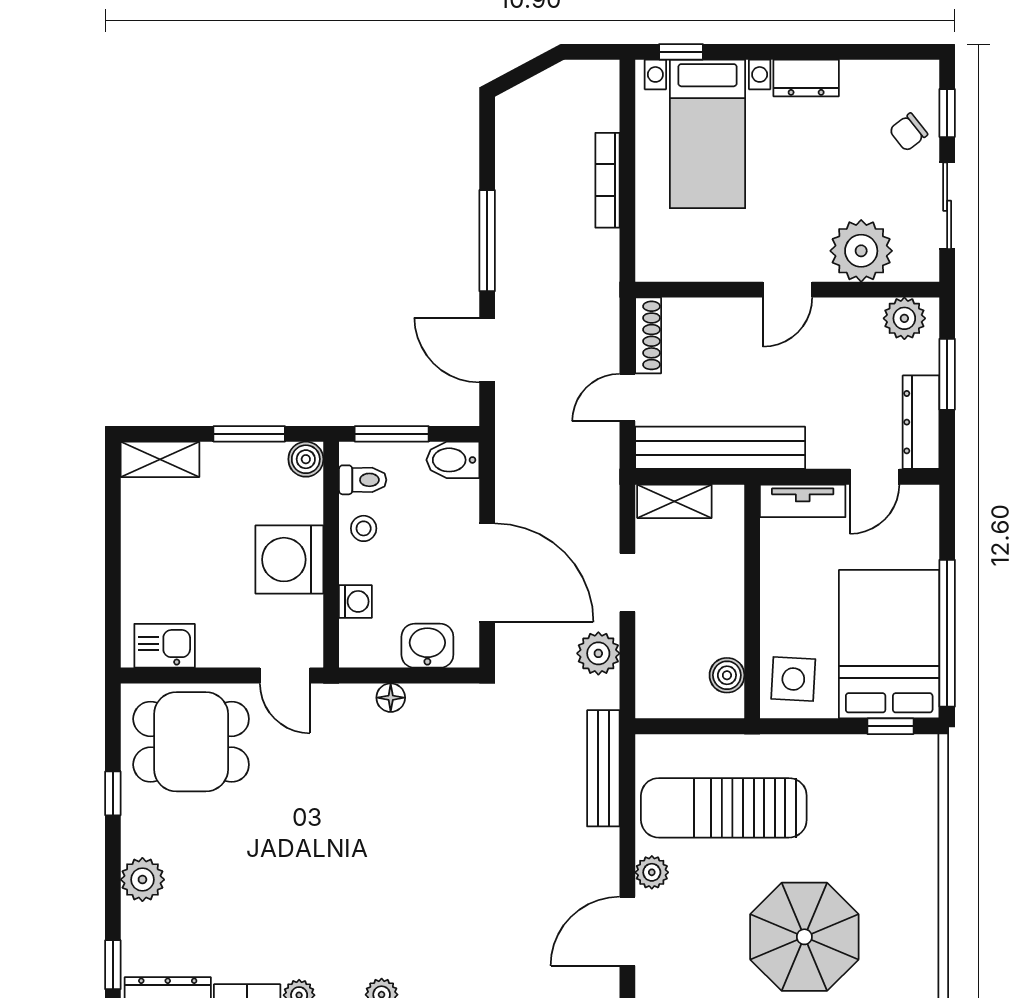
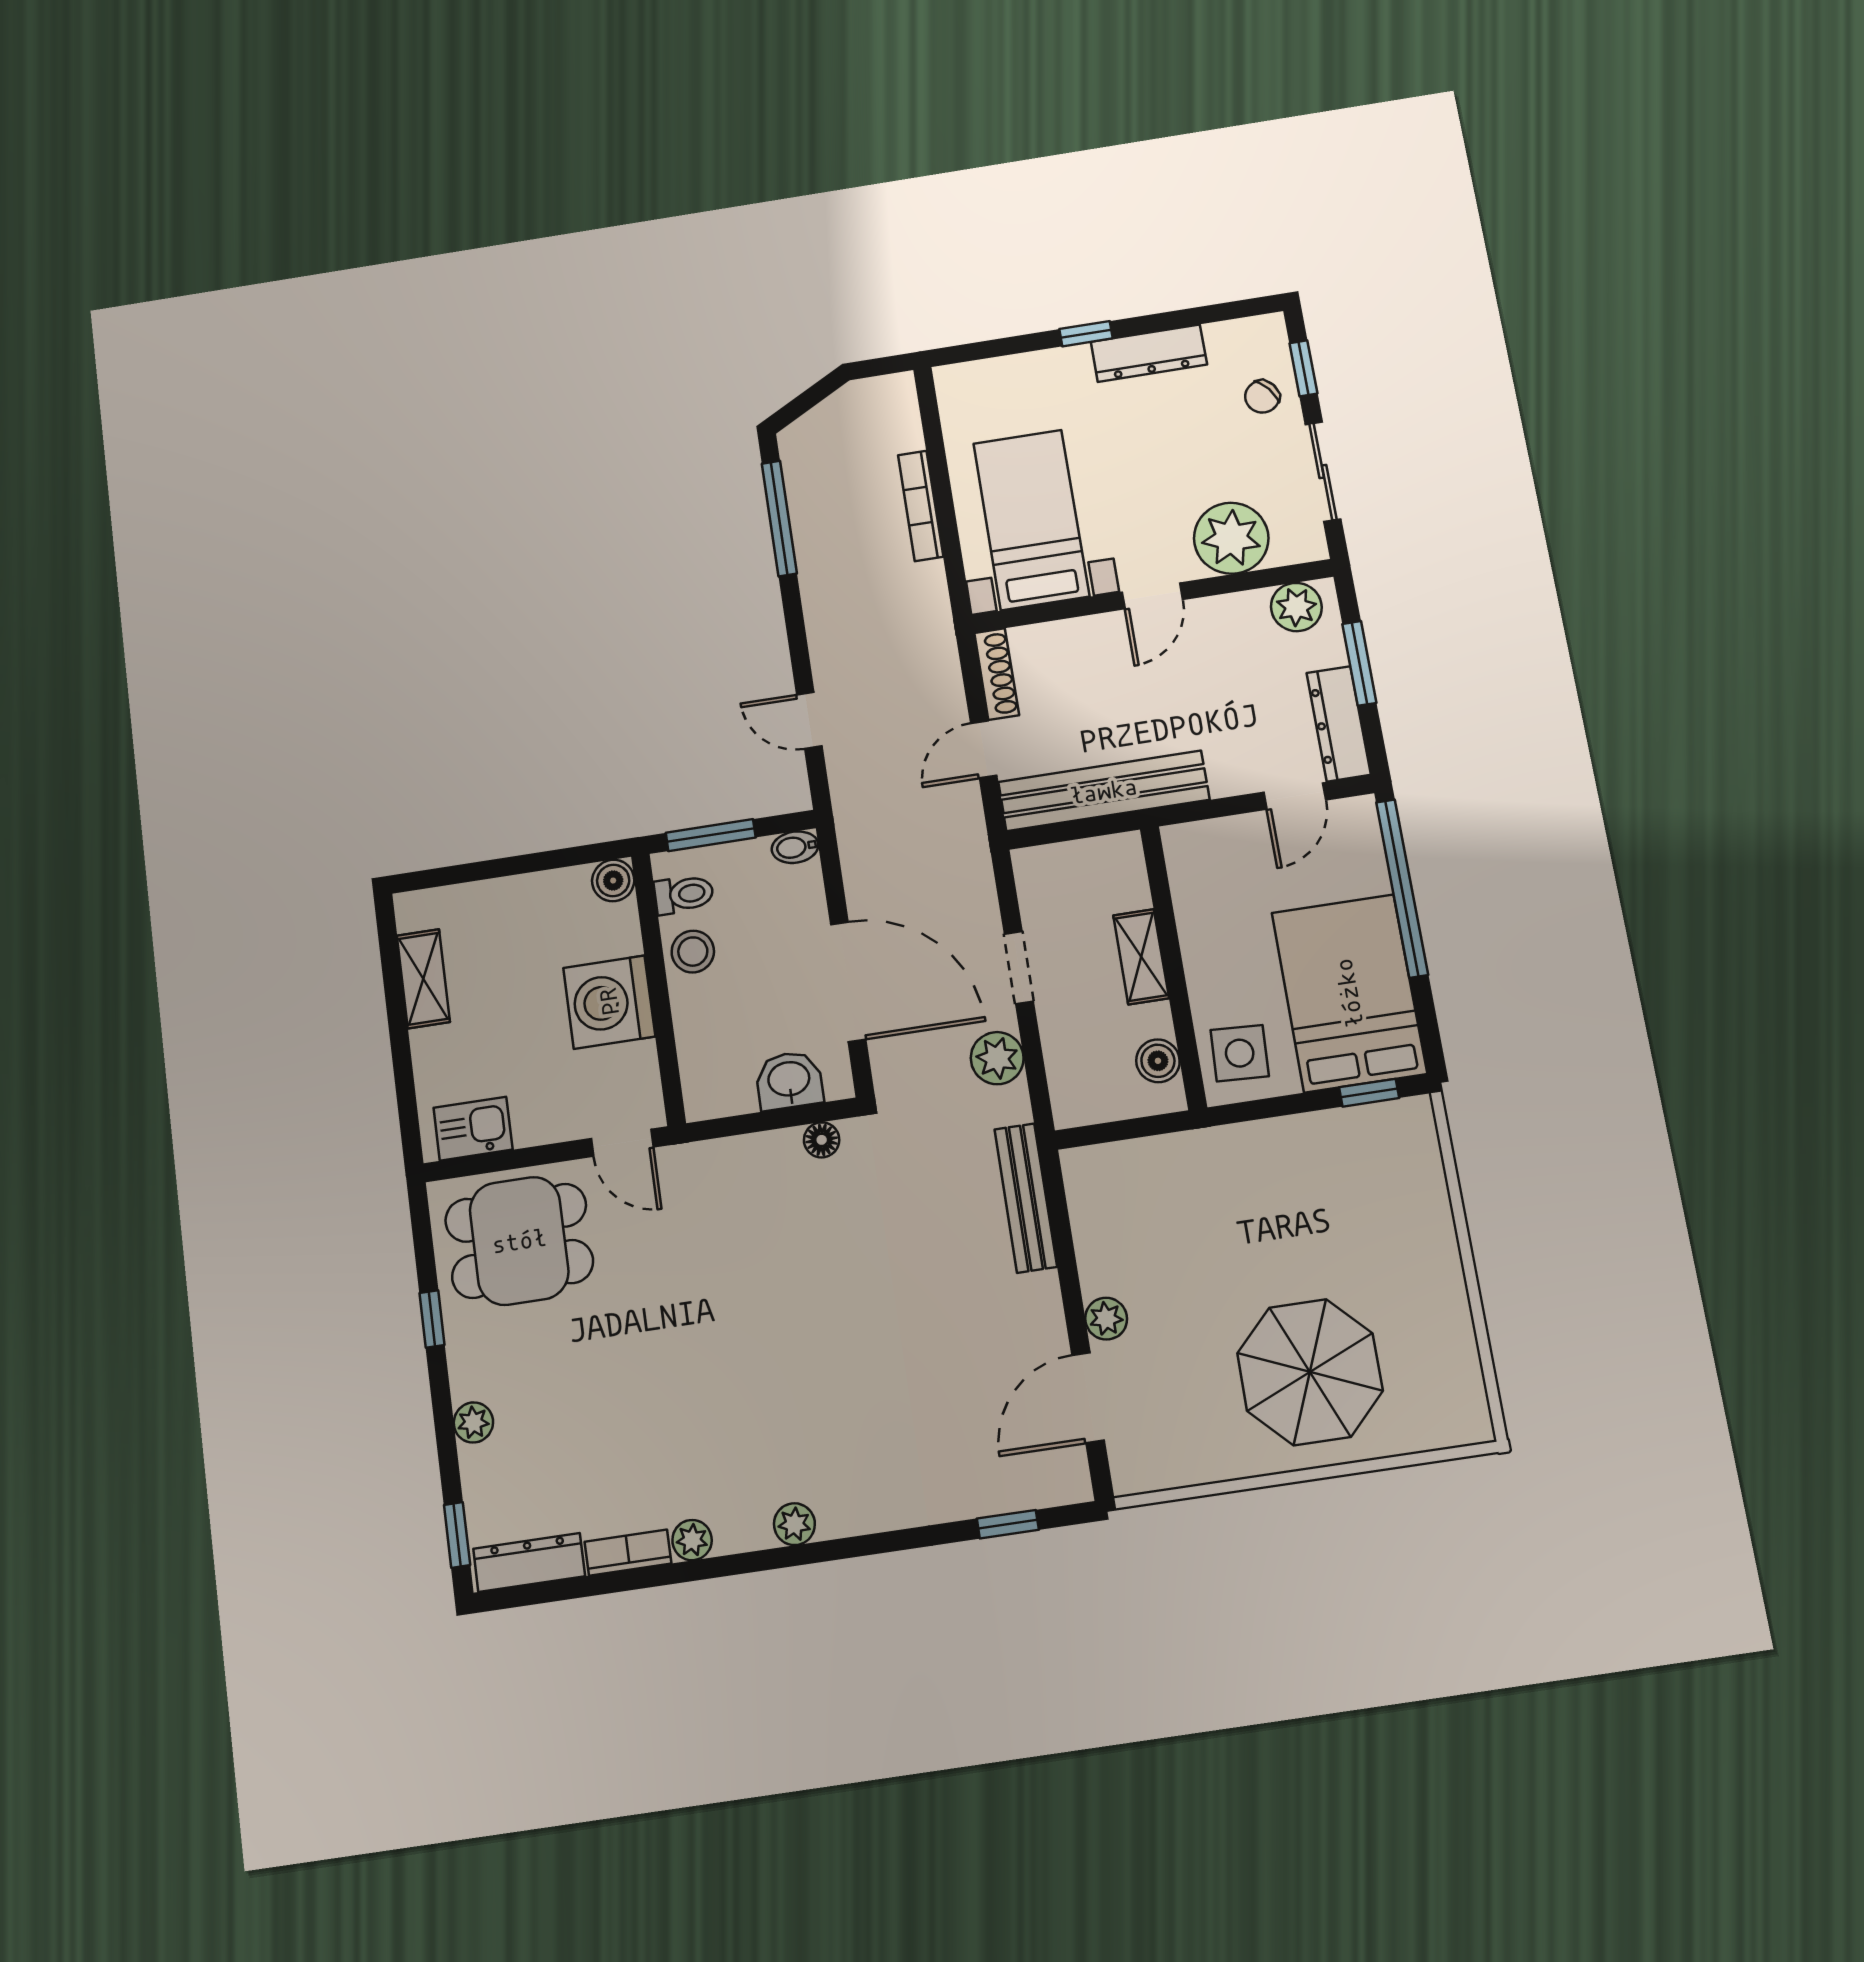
window: (681, 52) -> (1086, 334), moved
dresser: (806, 78) -> (1149, 353), width x1.44
bed with nightstands: (708, 134) -> (1031, 520), moved, turned 180
window: (487, 241) -> (779, 518), moved
door: (487, 350) -> (809, 720), width x0.73
window: (249, 434) -> (542, 861), removed
shelving: (160, 459) -> (423, 979), moved, turned 90
bidet: (453, 460) -> (795, 847), width x0.72, depth x0.74
shelving: (674, 501) -> (1141, 957), moved, turned 90
tv unit: (803, 501) -> (1213, 838), removed
stool: (364, 528) -> (693, 952), width x1.37, depth x1.37
washing machine: (355, 601) -> (695, 1040), removed
window: (947, 633) -> (1402, 888), moved
floor lamp: (391, 698) -> (822, 1140), moved
sun lounger: (724, 808) -> (1182, 1225), removed
plant: (142, 880) -> (473, 1422), width x0.73, depth x0.73

